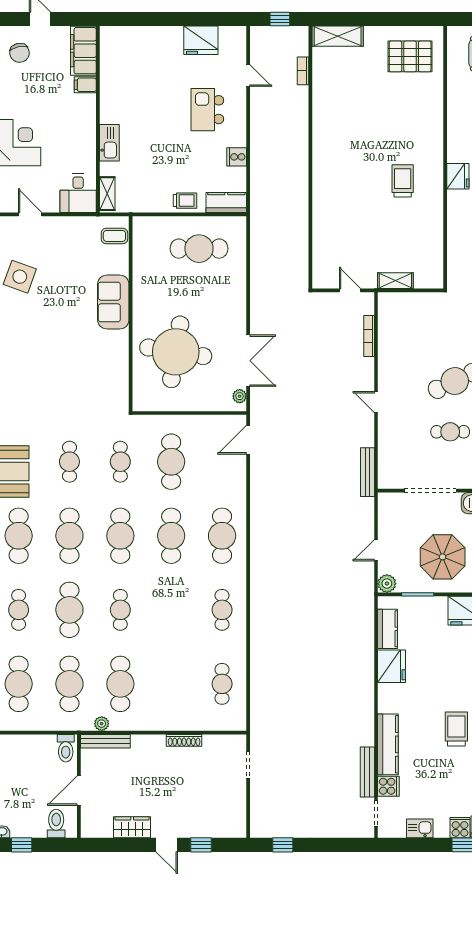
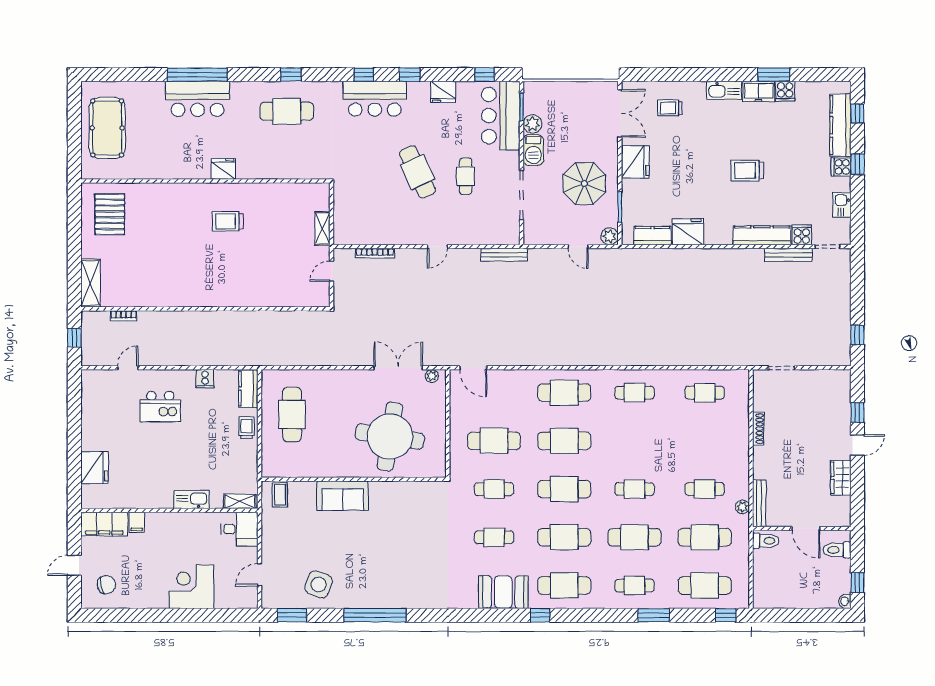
fridge: (201, 40) -> (94, 468), moved
cafe table: (120, 684) -> (705, 489), width x0.73, depth x0.74

